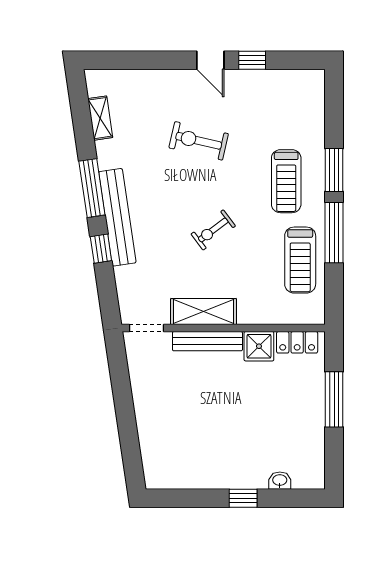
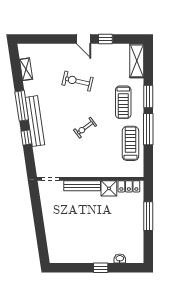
treadmill: (300, 260) -> (130, 143), turned 180
shelving: (204, 312) -> (137, 61), moved, turned 90

